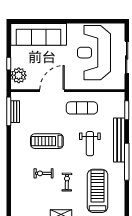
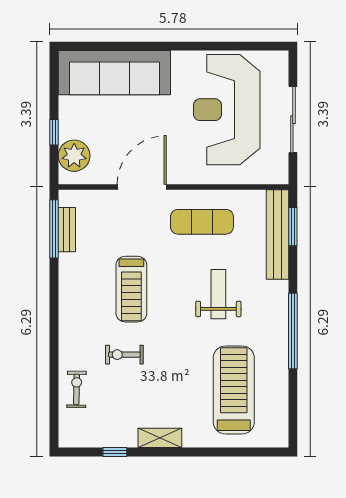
bench: (119, 140) -> (277, 234), moved
treadmill: (47, 141) -> (131, 289), turned -90
weight bench: (90, 144) -> (218, 294), turned 180
exercise bike: (67, 182) -> (77, 389), moved

